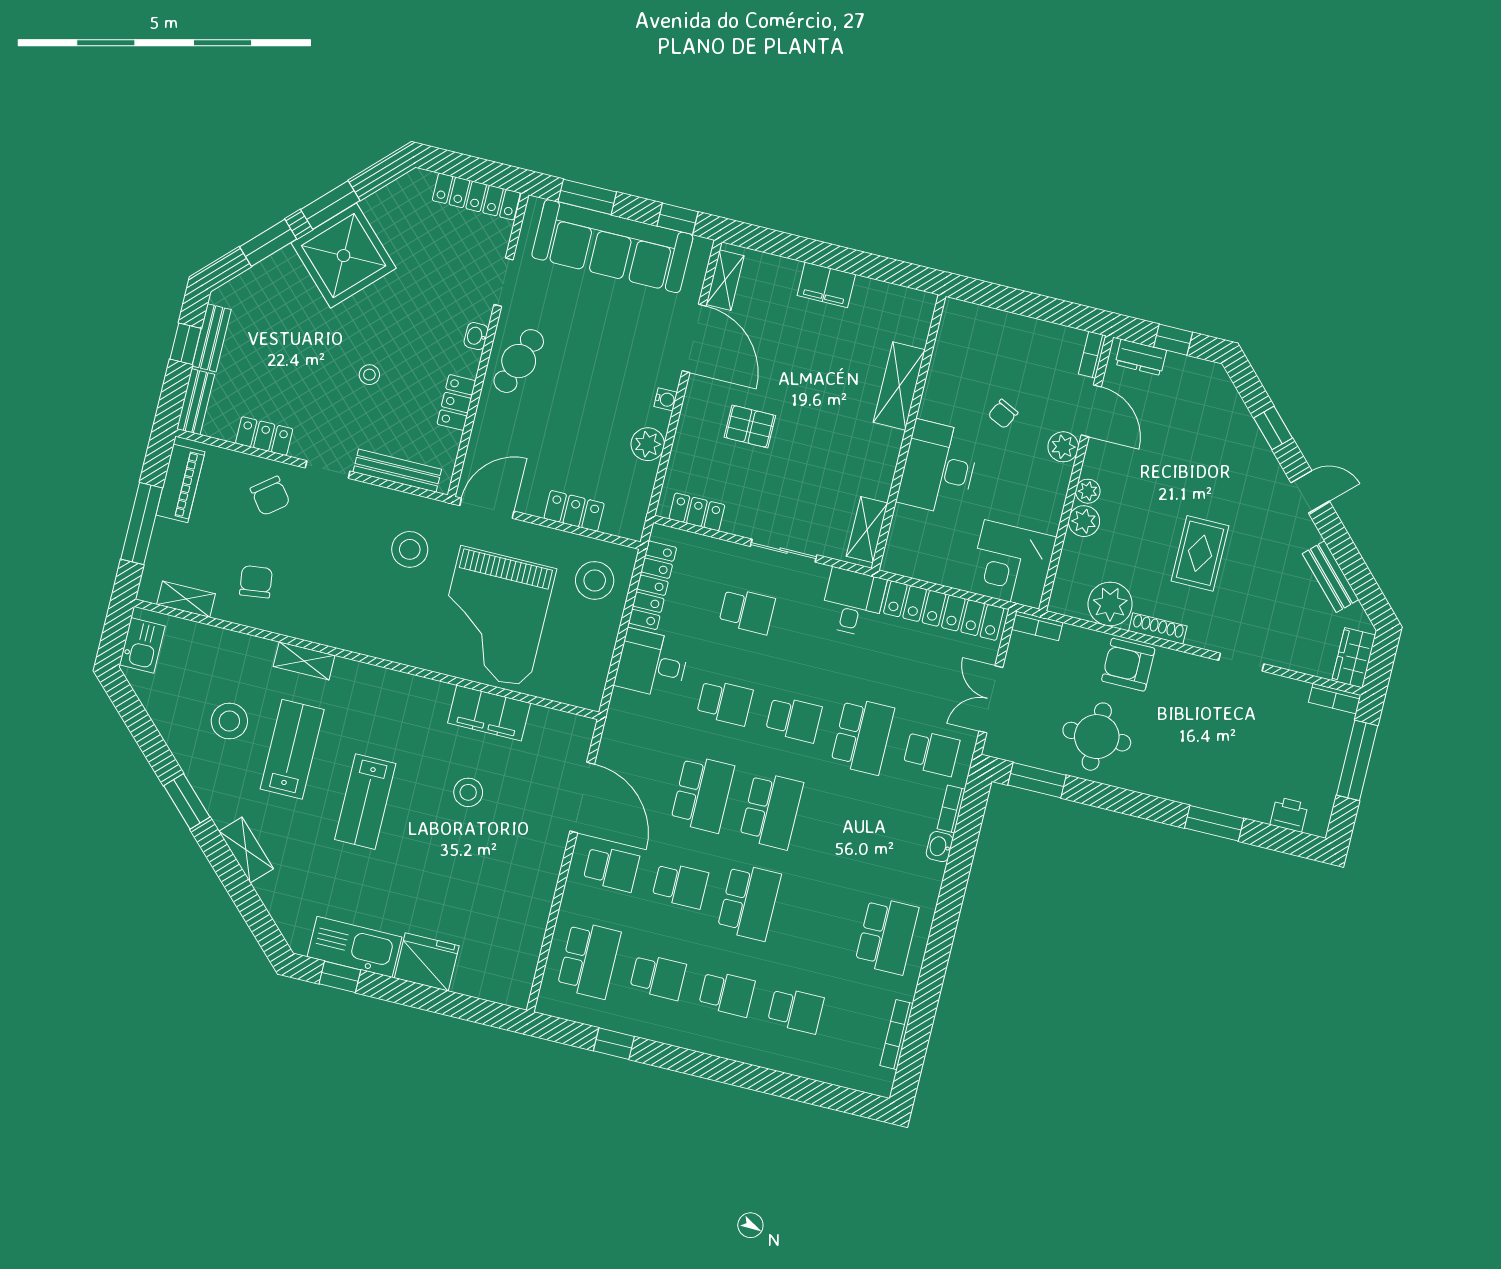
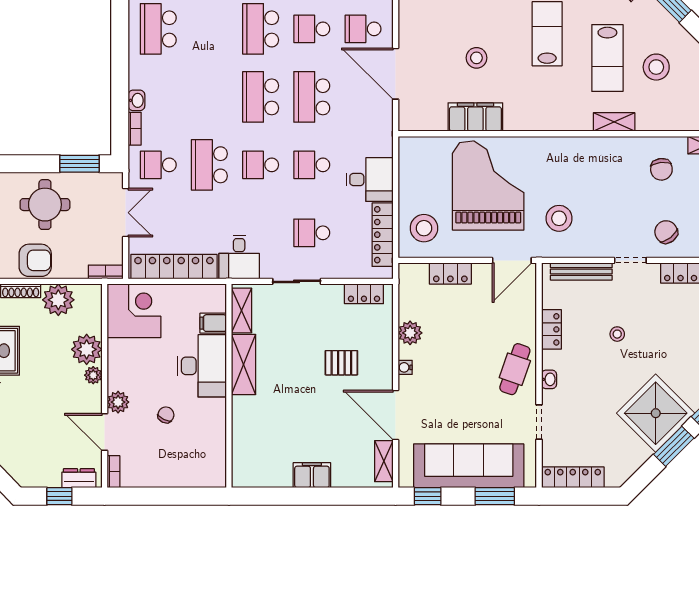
shelving: (899, 386) -> (244, 364), moved
plant: (1084, 521) -> (87, 349), width x1.36, depth x1.36
filing cabinet: (909, 522) -> (213, 323), added

